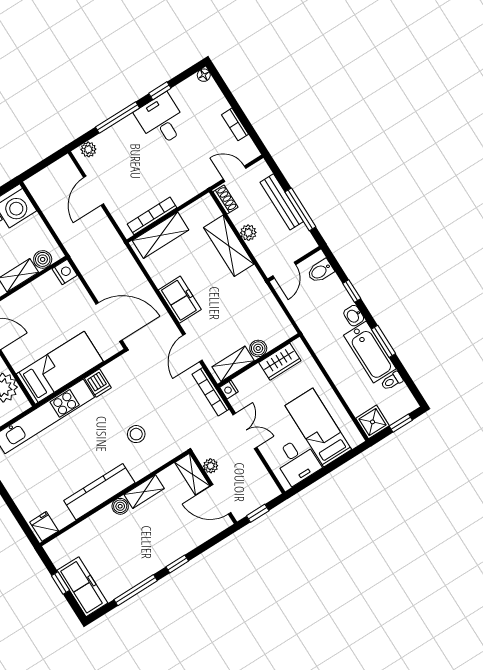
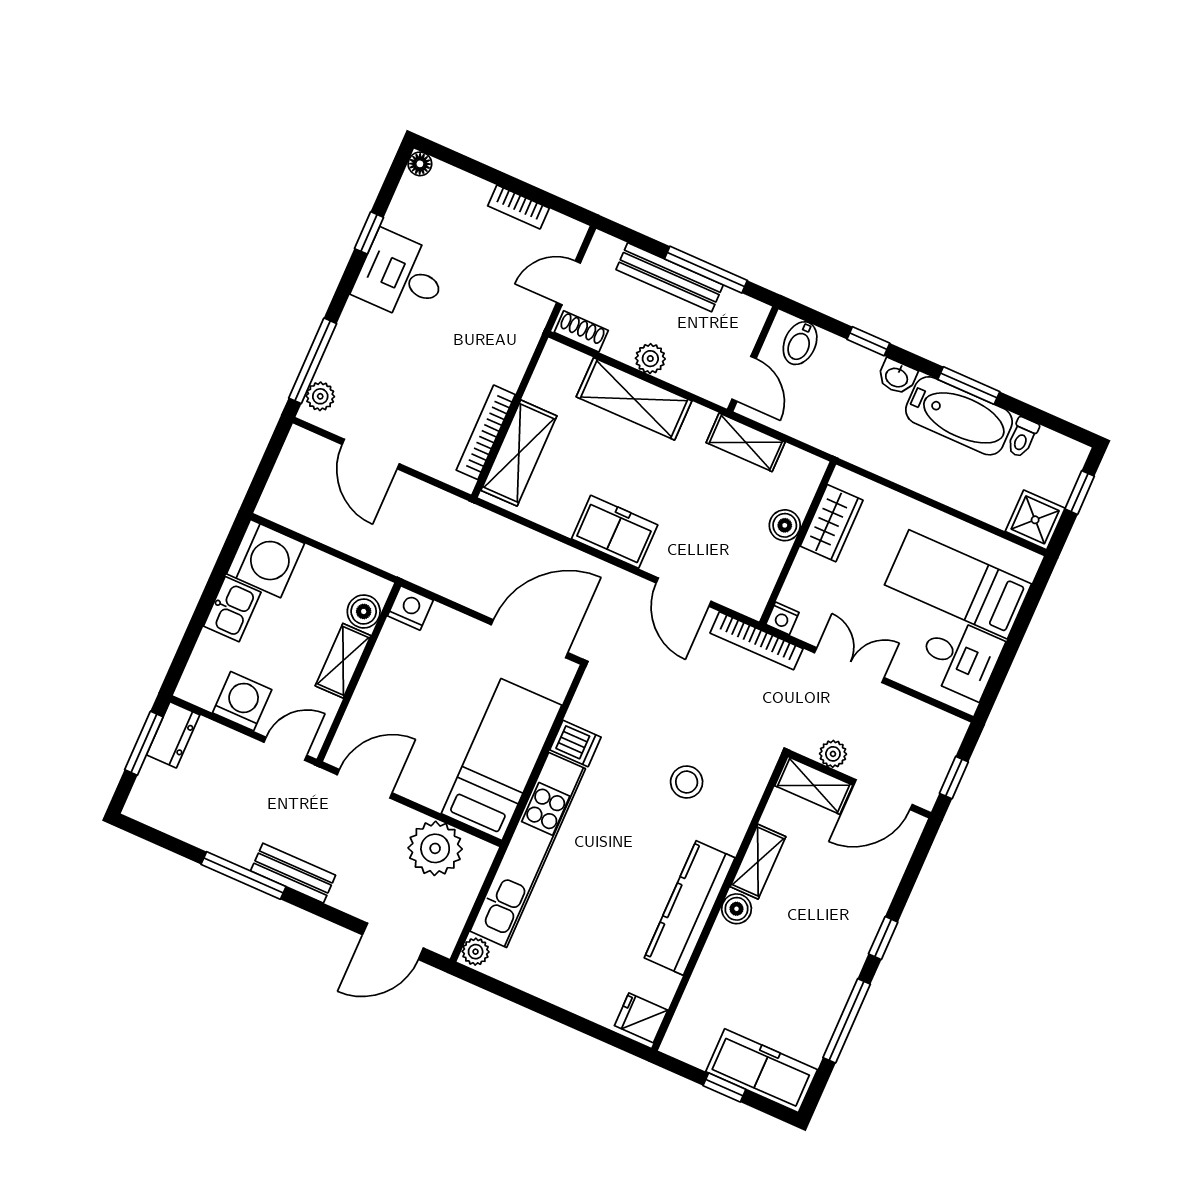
window: (117, 117) -> (313, 361), moved
shelving: (233, 364) -> (746, 442), moved, turned 90

